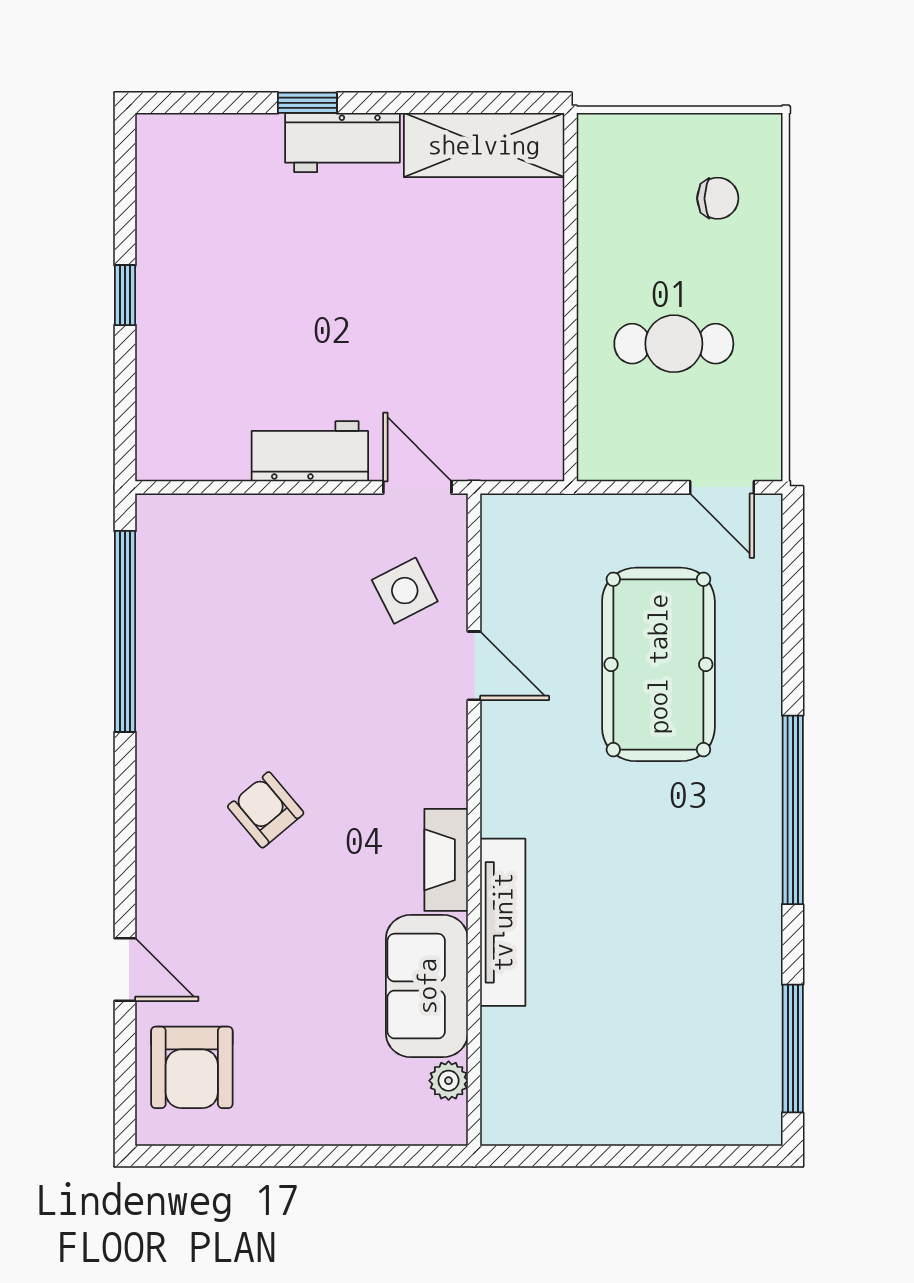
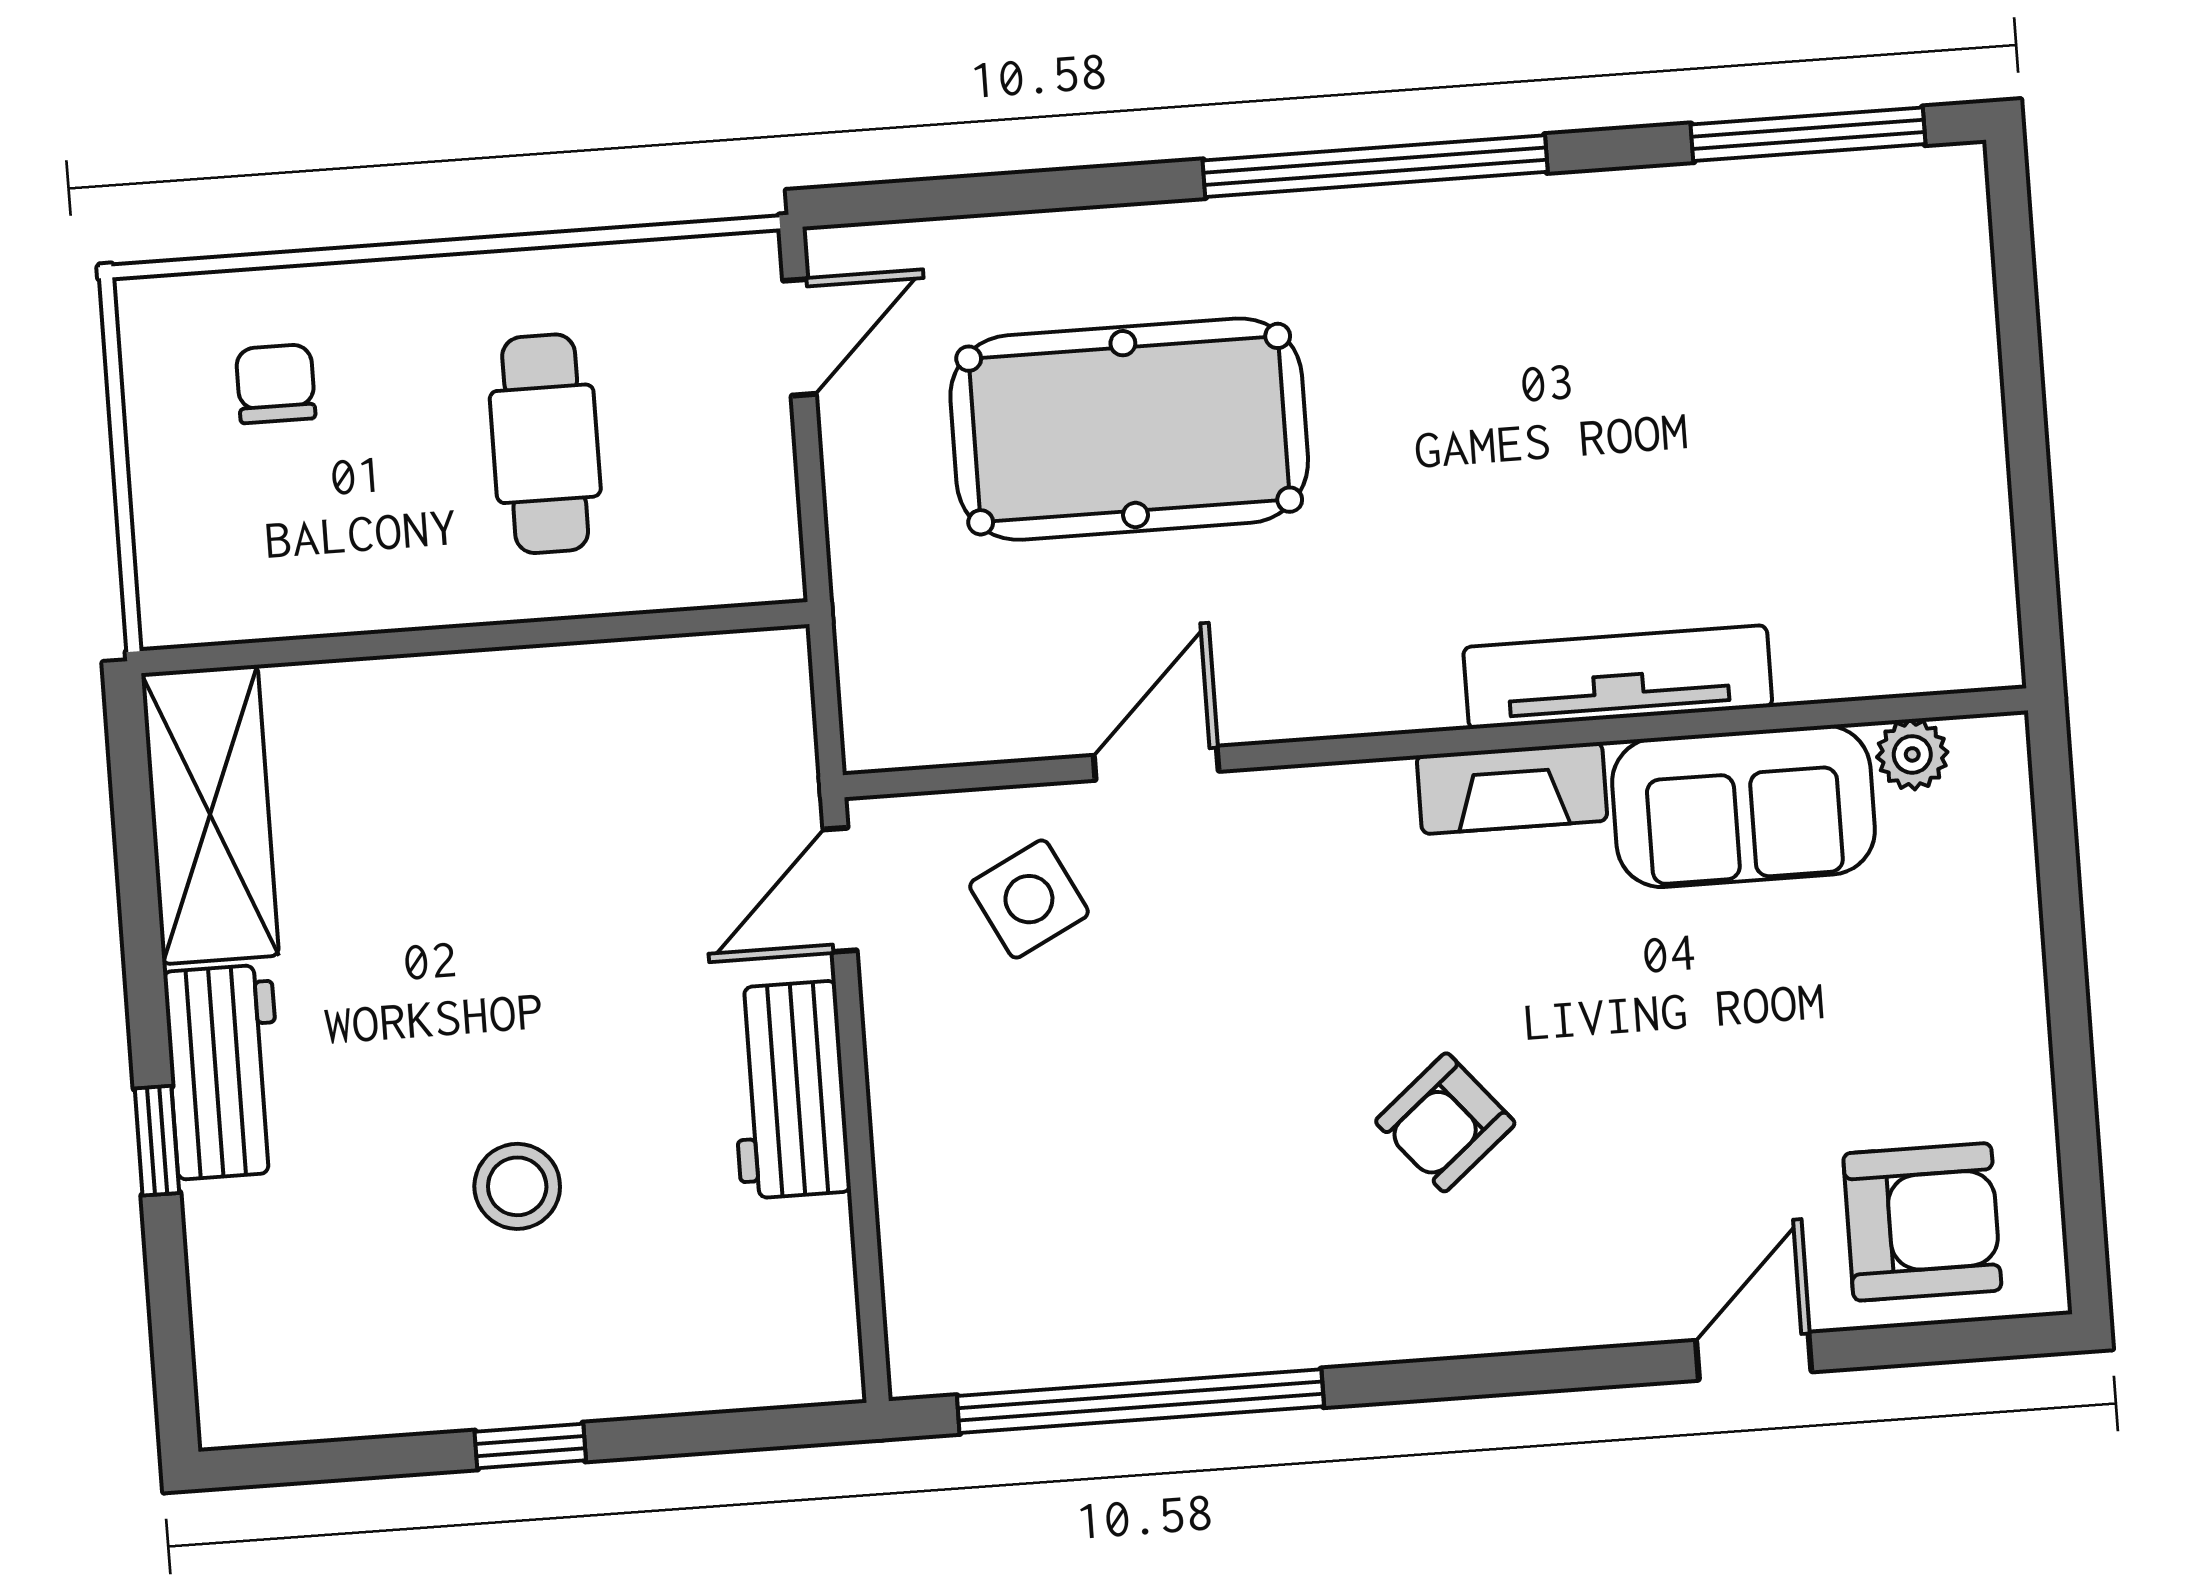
stool: (268, 298) -> (517, 1186), added

